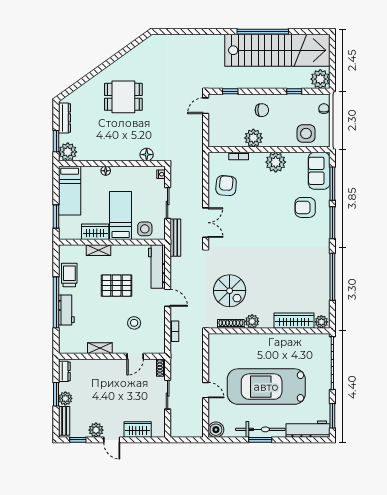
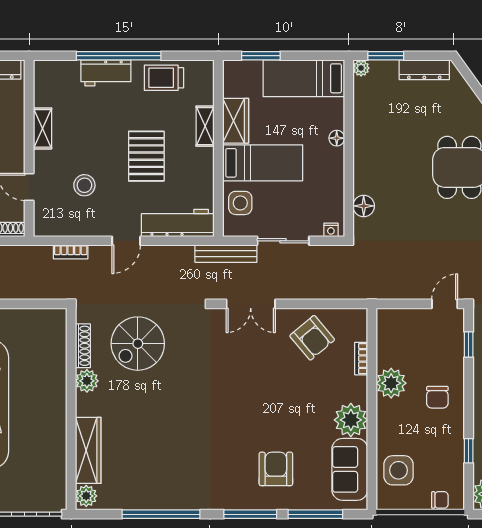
door: (206, 106) -> (445, 304), hinge flipped
plant: (68, 152) -> (361, 68), width x0.53, depth x0.53
sofa: (319, 171) -> (350, 469), moved, turned -90
armchair: (226, 186) -> (312, 338), turned 45
trolley: (69, 275) -> (164, 78), turned 180

